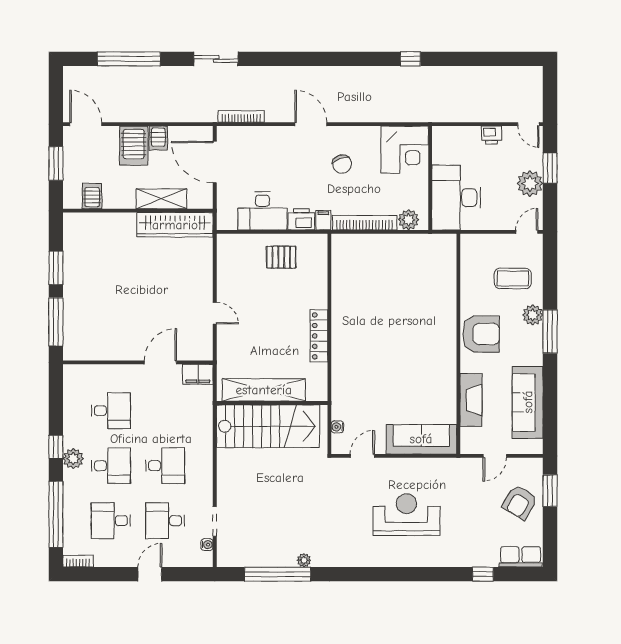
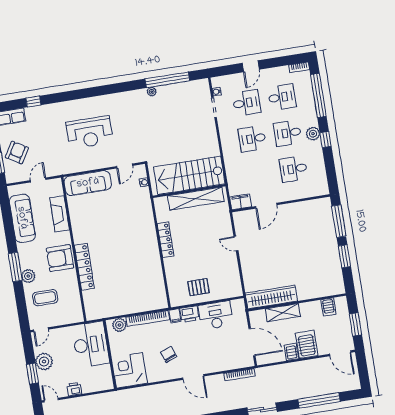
locker: (447, 315) -> (84, 267), added

